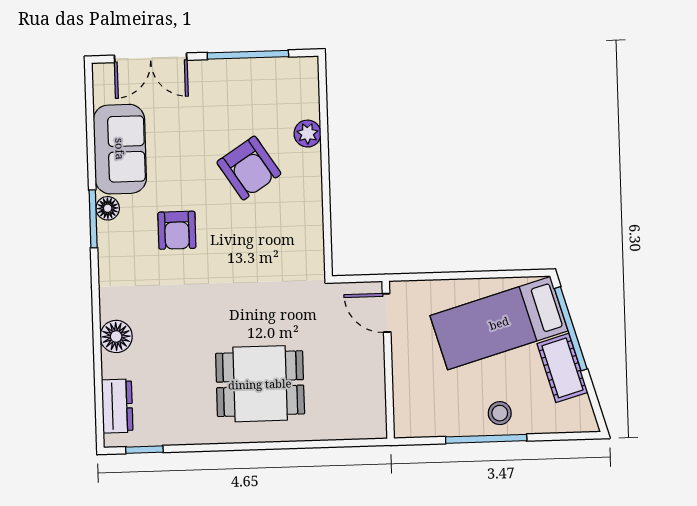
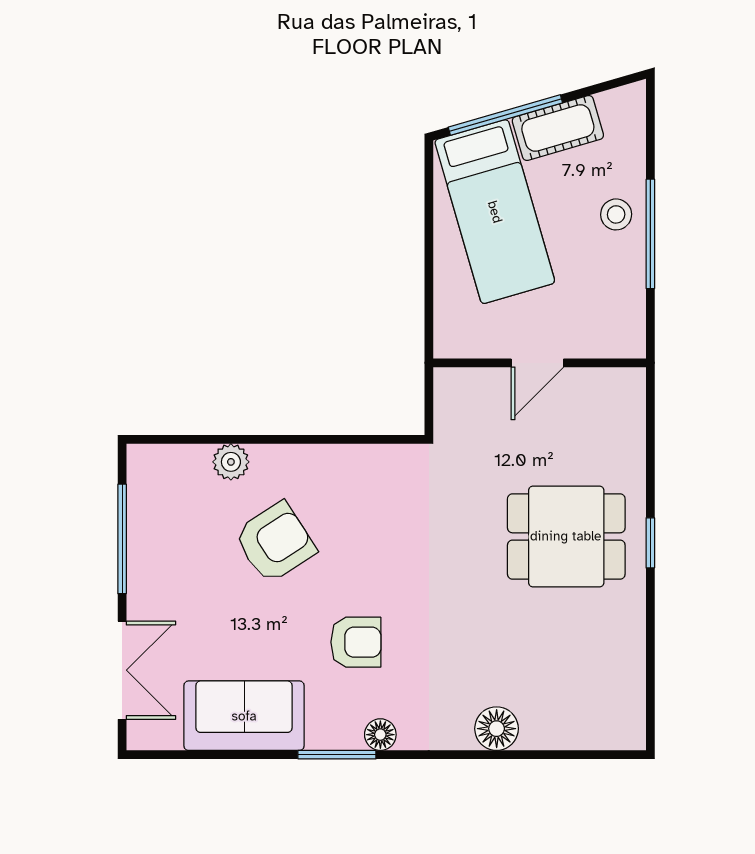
floor lamp: (108, 208) -> (380, 735), moved
door: (387, 313) -> (537, 363), moved
dining table: (260, 384) -> (566, 536), turned 90
dresser: (117, 406) -> (590, 730), removed
window: (144, 450) -> (650, 543), moved

